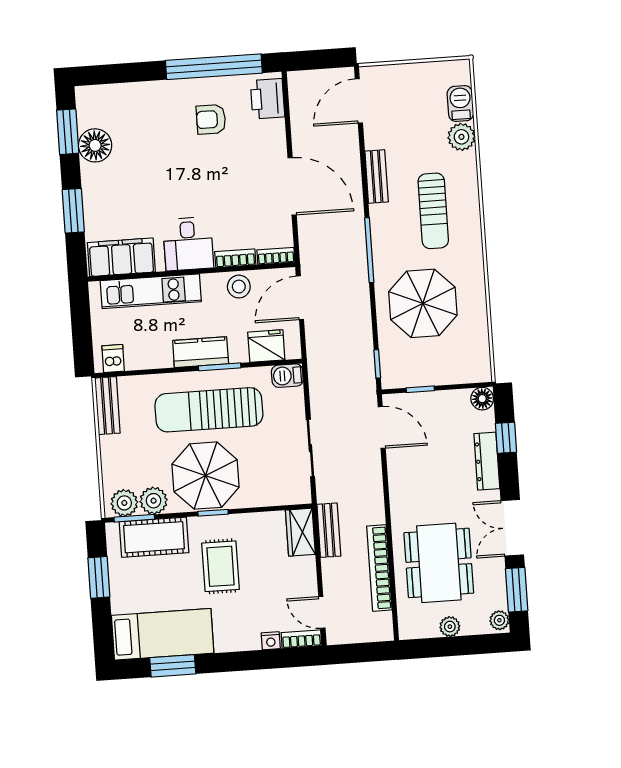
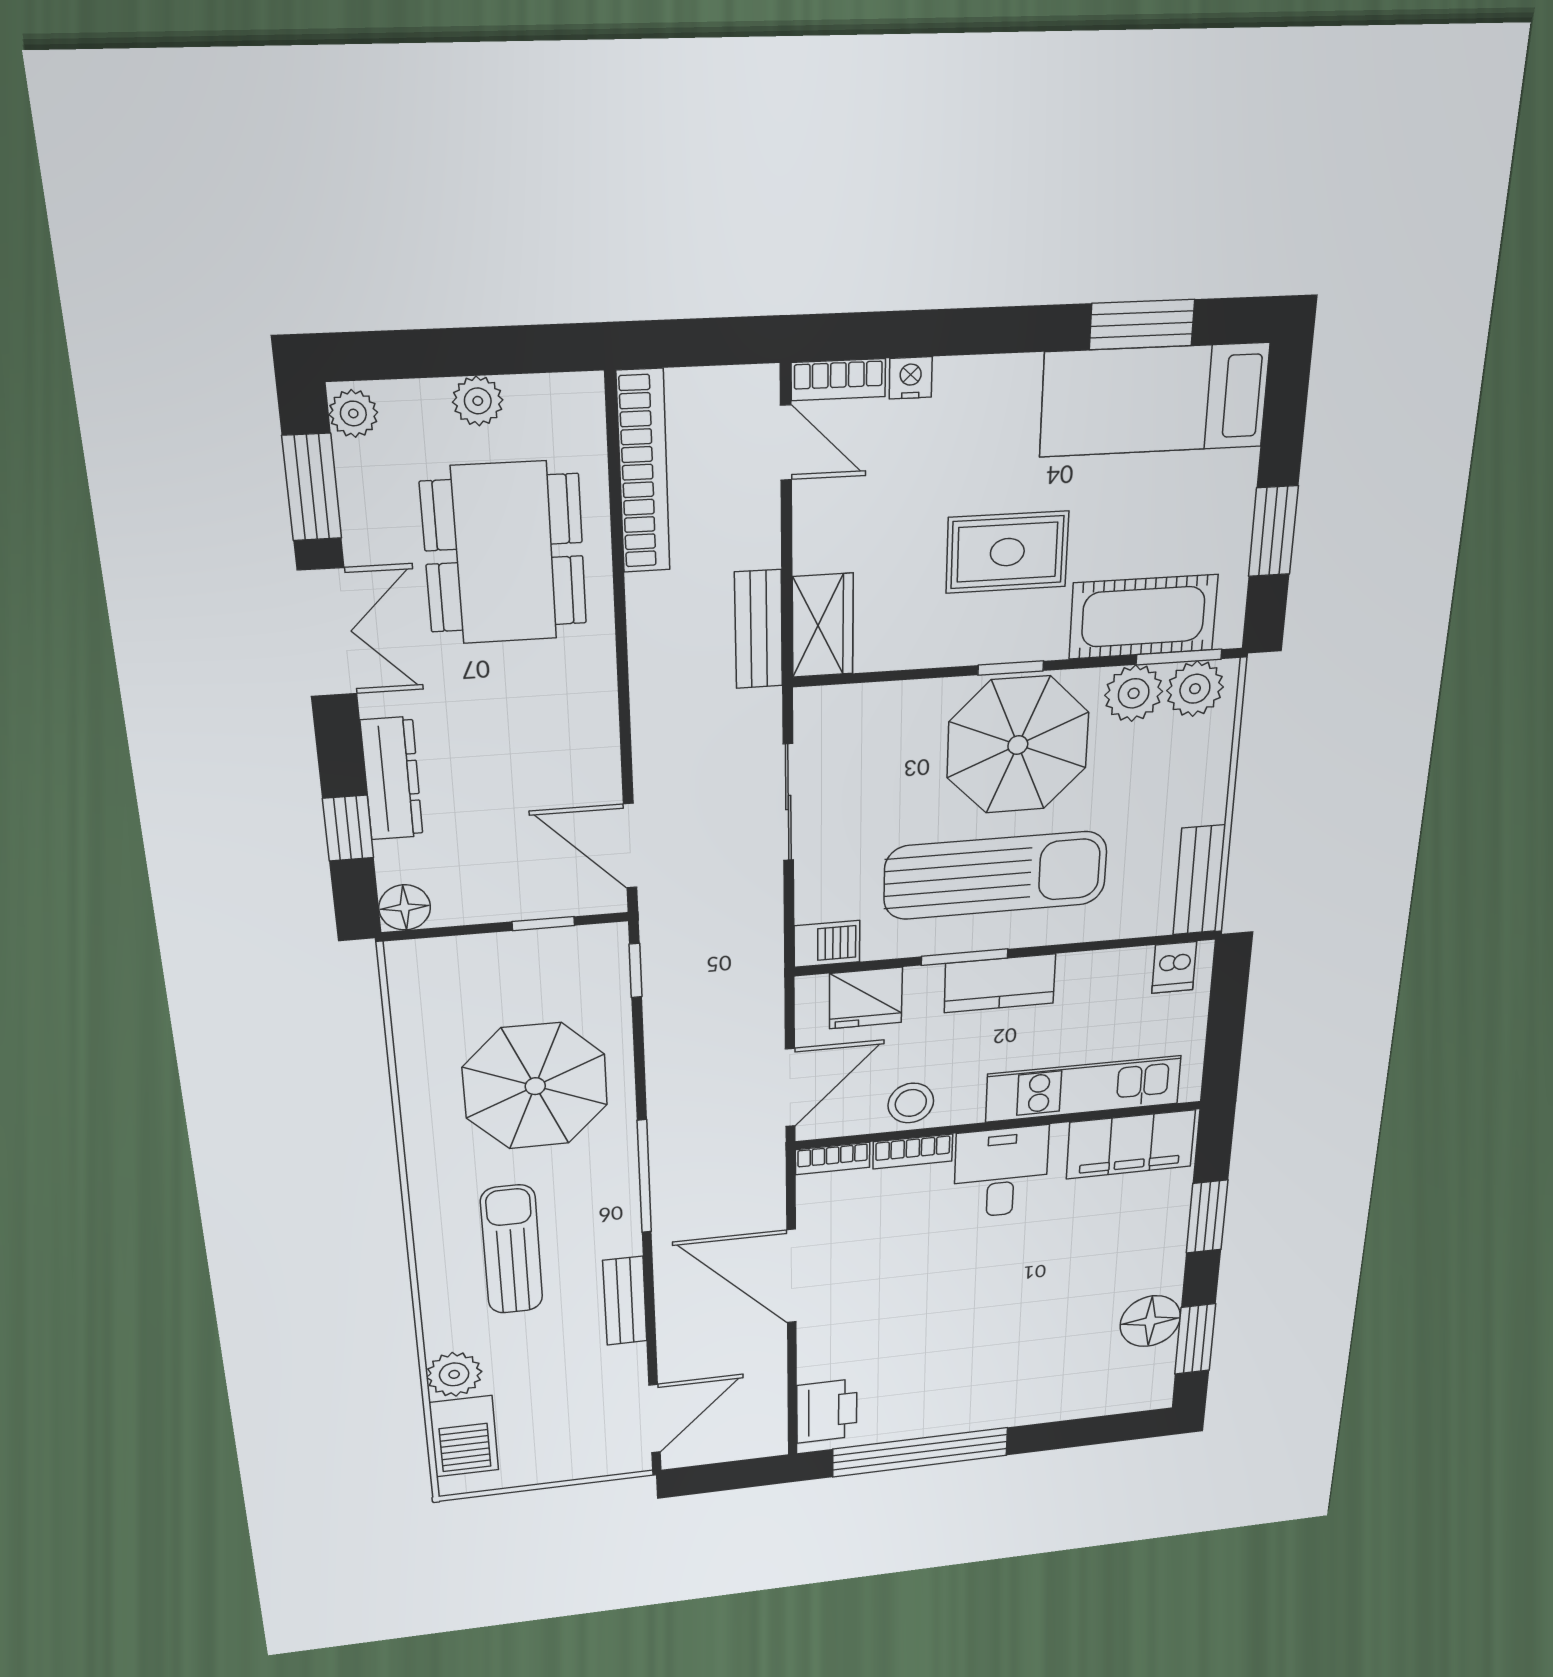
barbecue: (460, 104) -> (464, 1436), width x1.38, depth x1.27
armchair: (211, 119) -> (935, 1373), removed
rug: (221, 566) -> (1007, 552), turned 90
bookcase: (379, 568) -> (643, 472), moved

